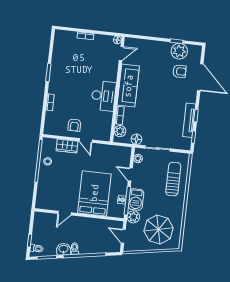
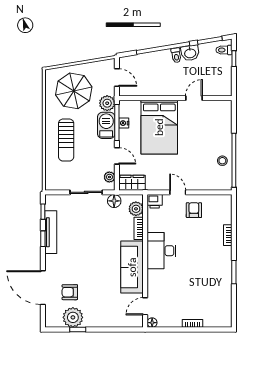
printer: (105, 135) -> (155, 201), added
wardrobe: (67, 146) -> (132, 183), moved
sun lounger: (173, 179) -> (66, 140), moved

